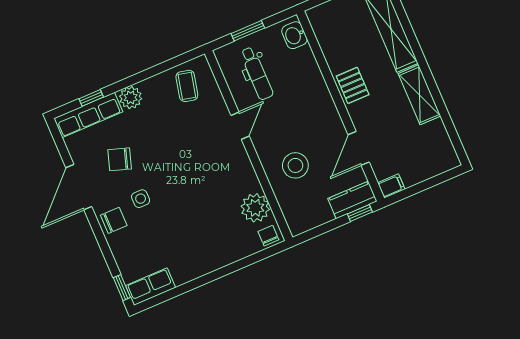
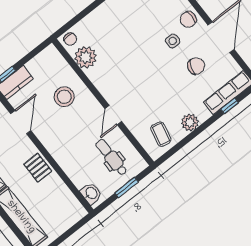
plant: (131, 98) -> (190, 122), moved

